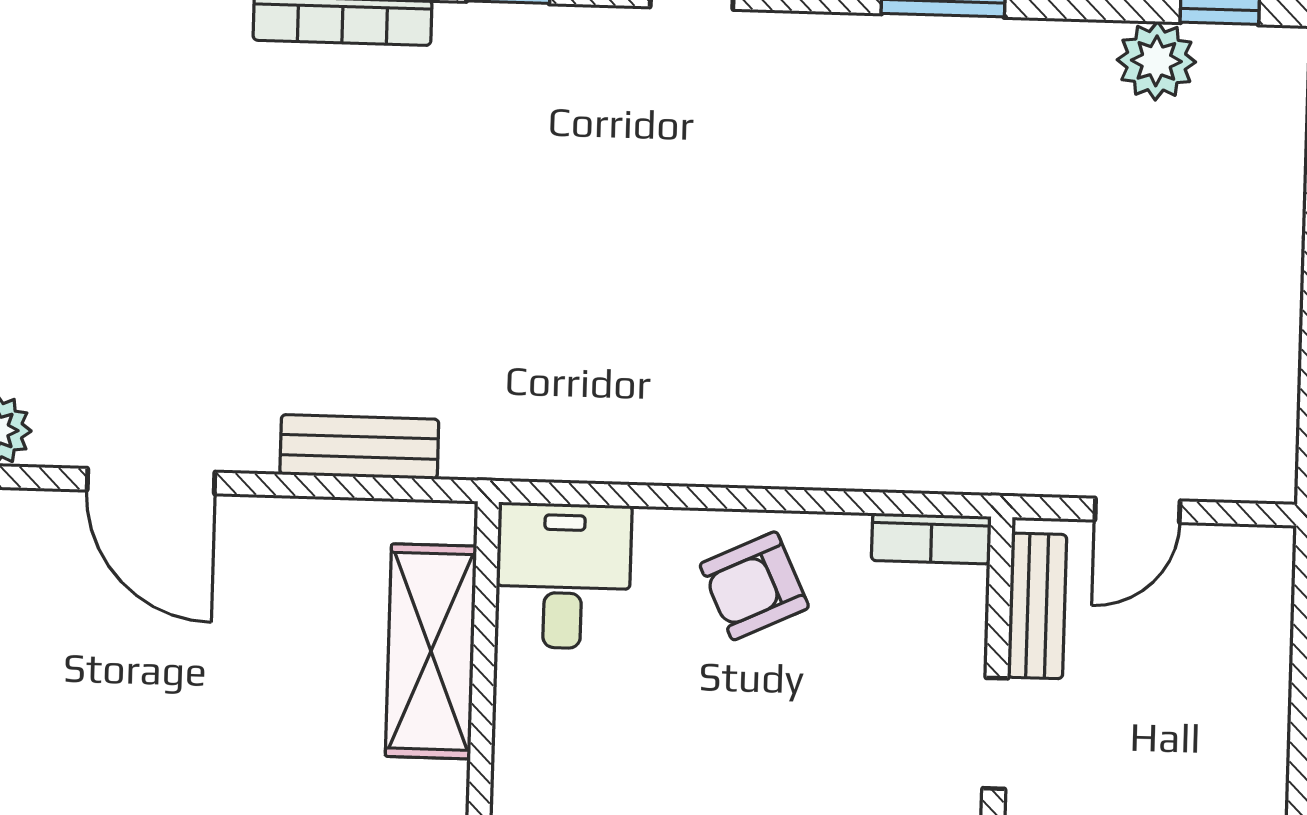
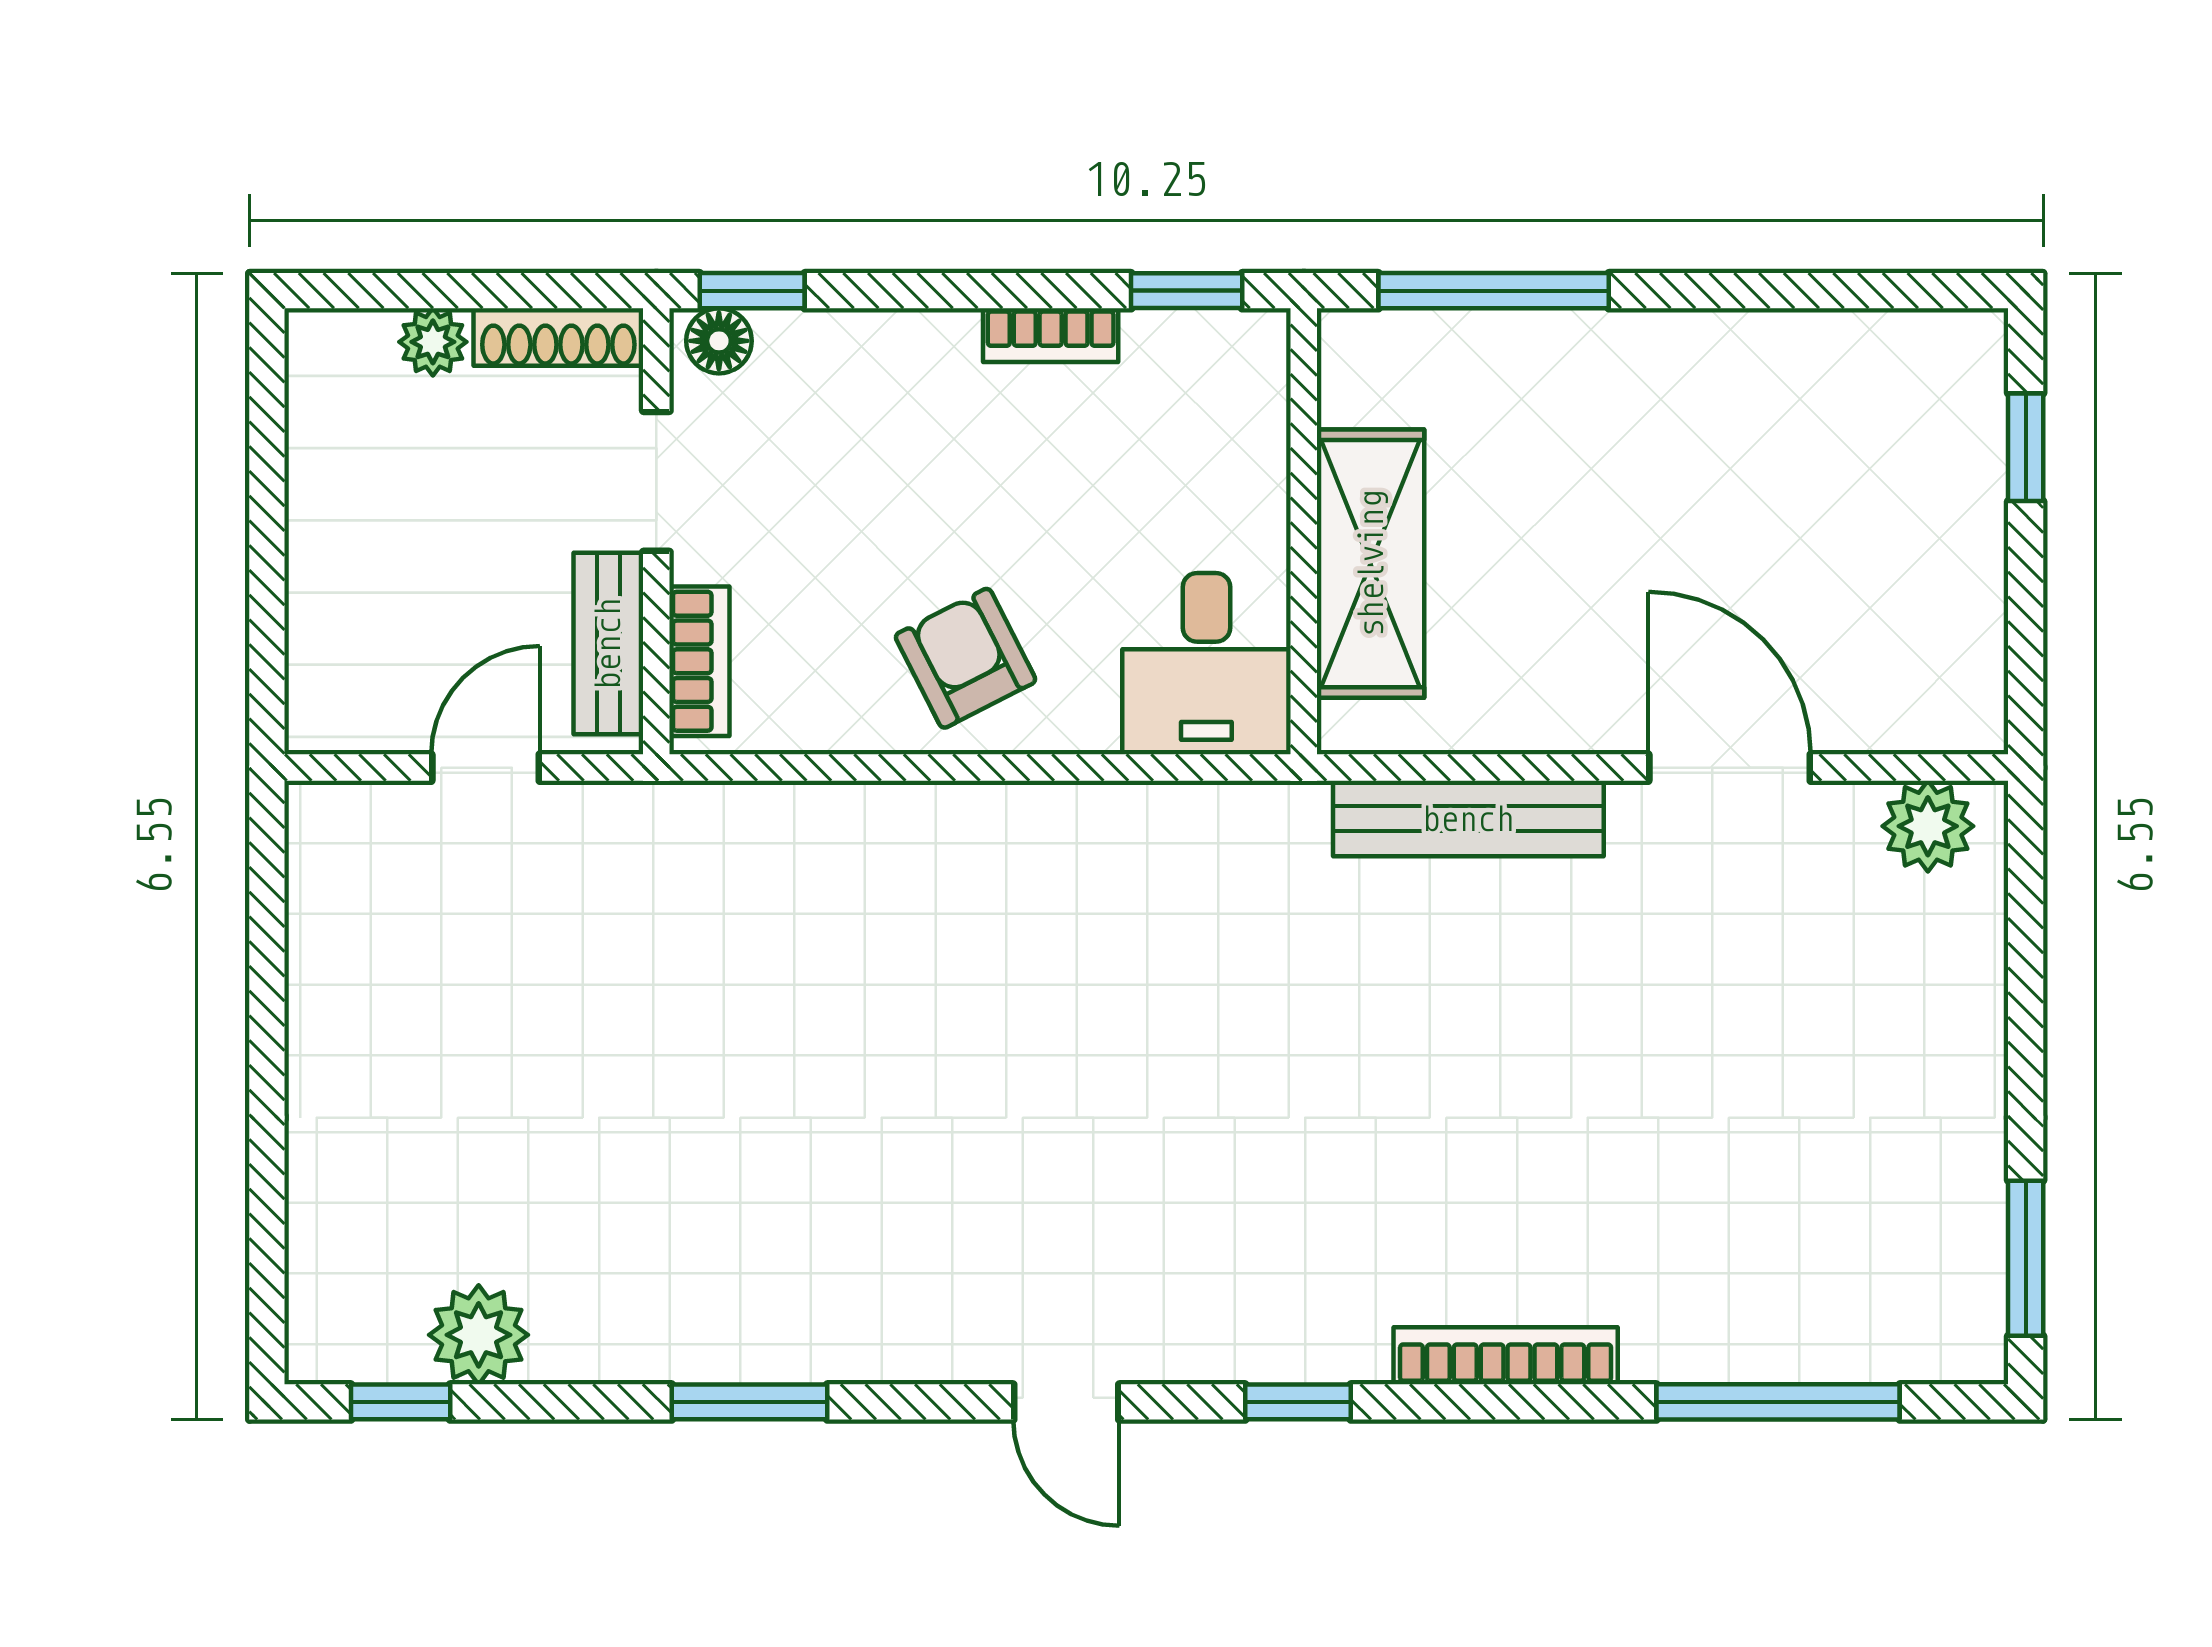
bench: (359, 447) -> (1468, 819), width x1.36
bookcase: (931, 538) -> (699, 661), moved, turned 90
armchair: (754, 586) -> (965, 658), turned -92

